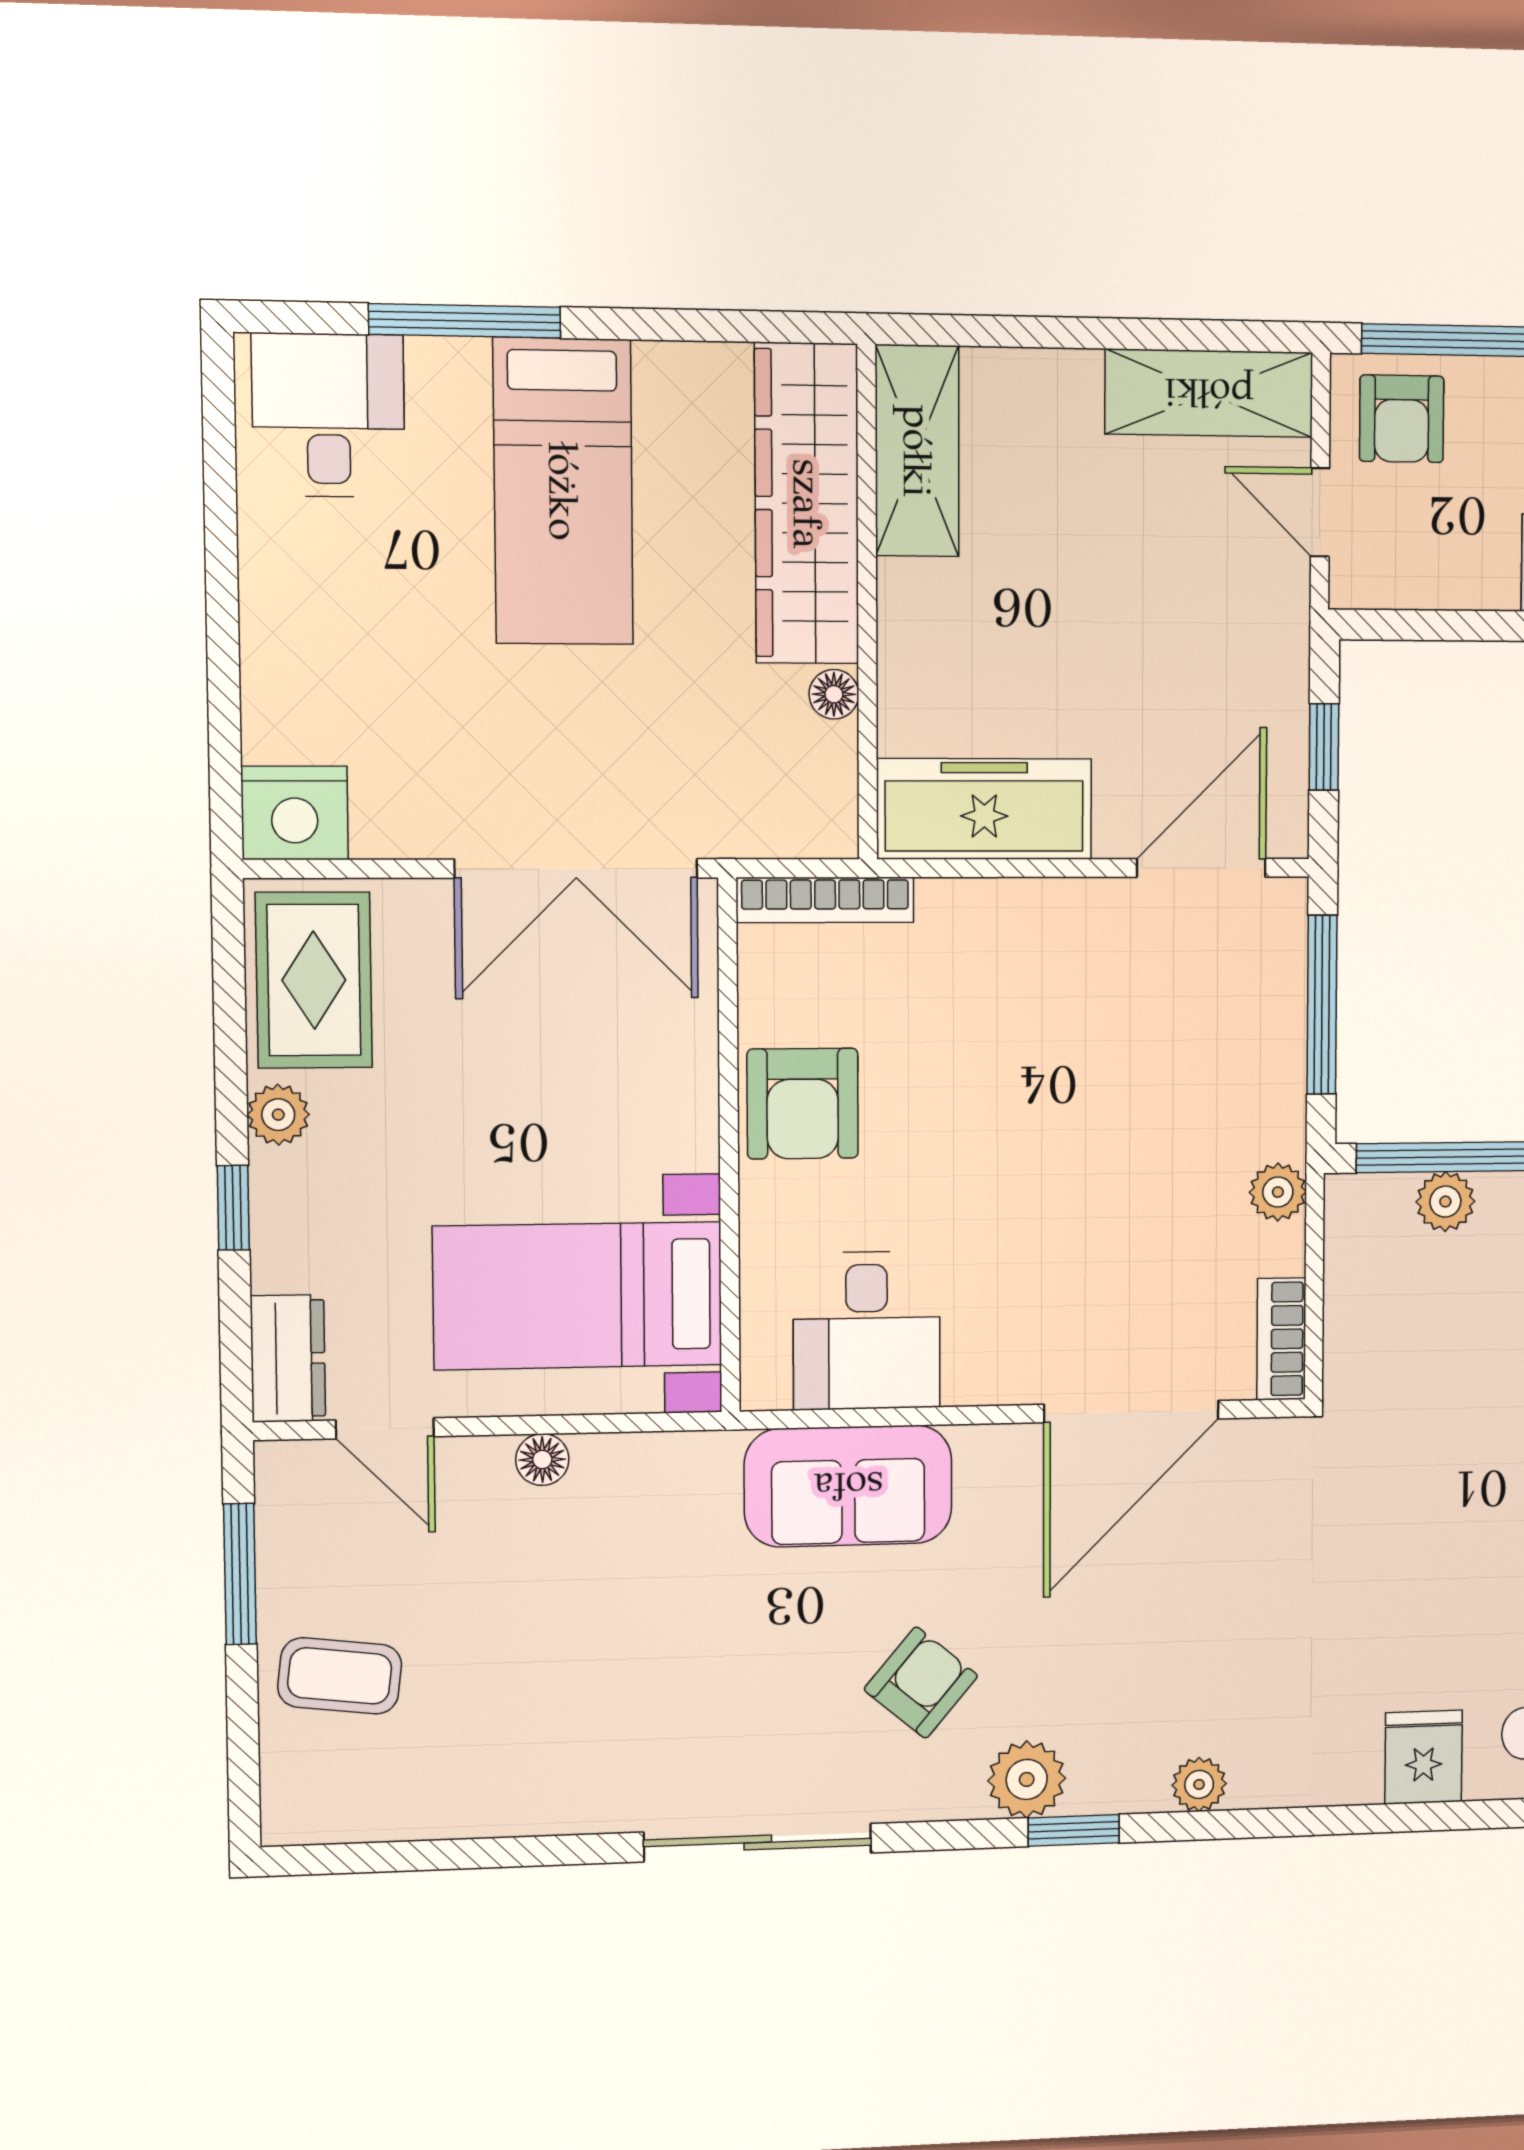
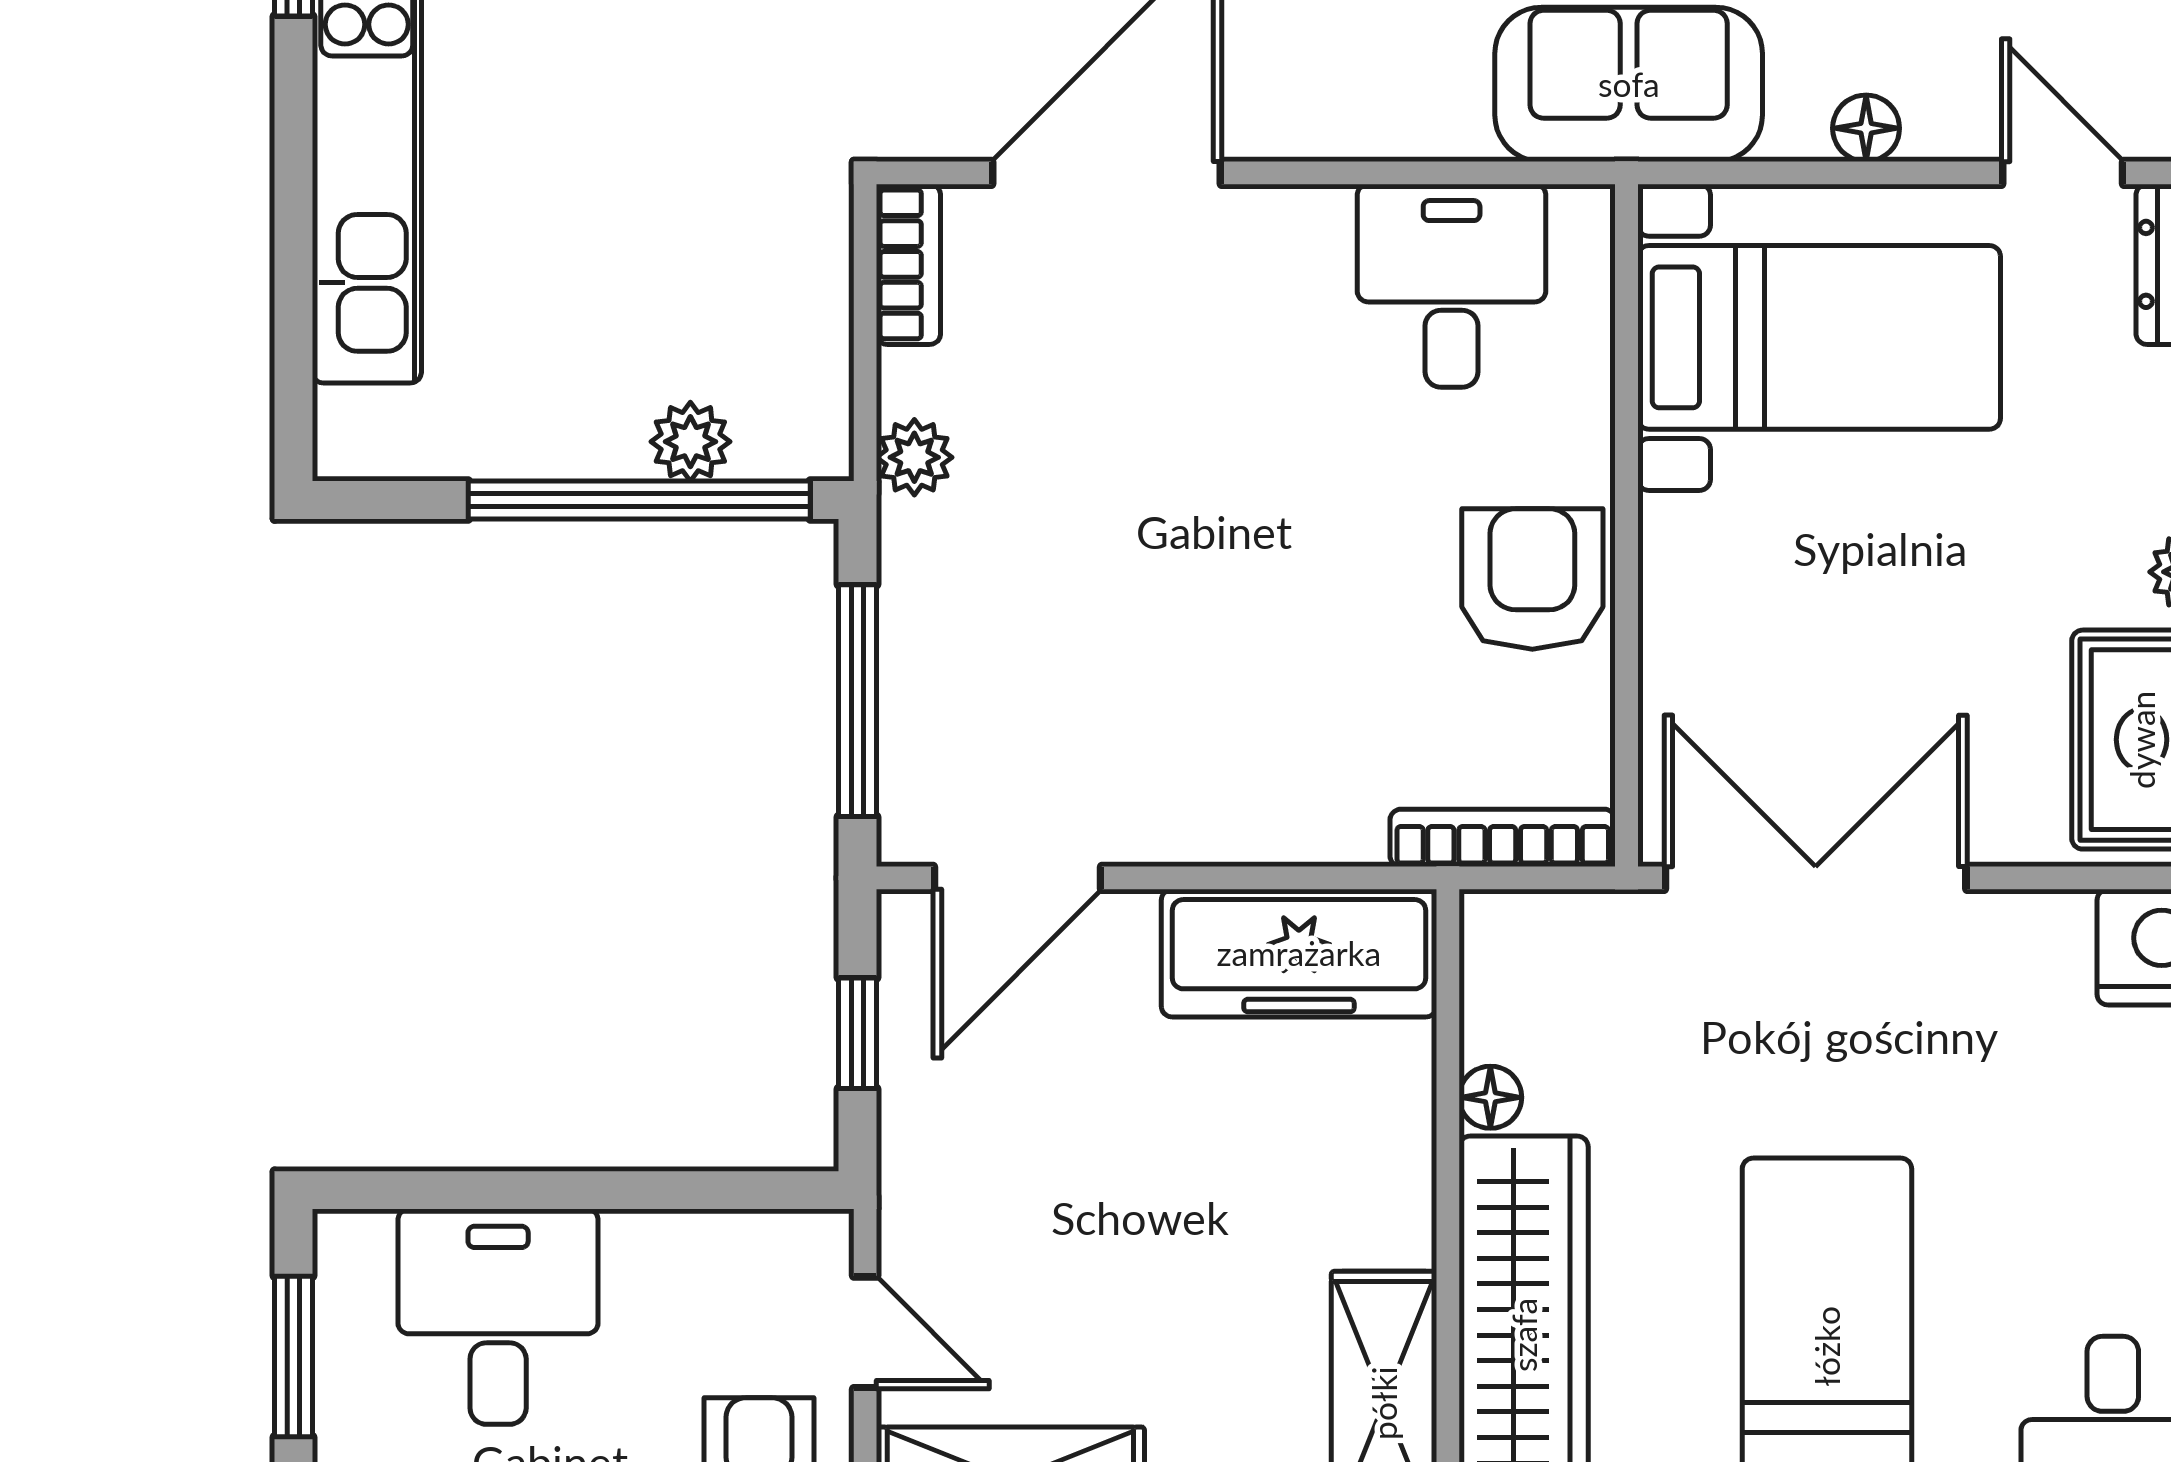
sofa: (848, 1486) -> (1629, 84), moved

